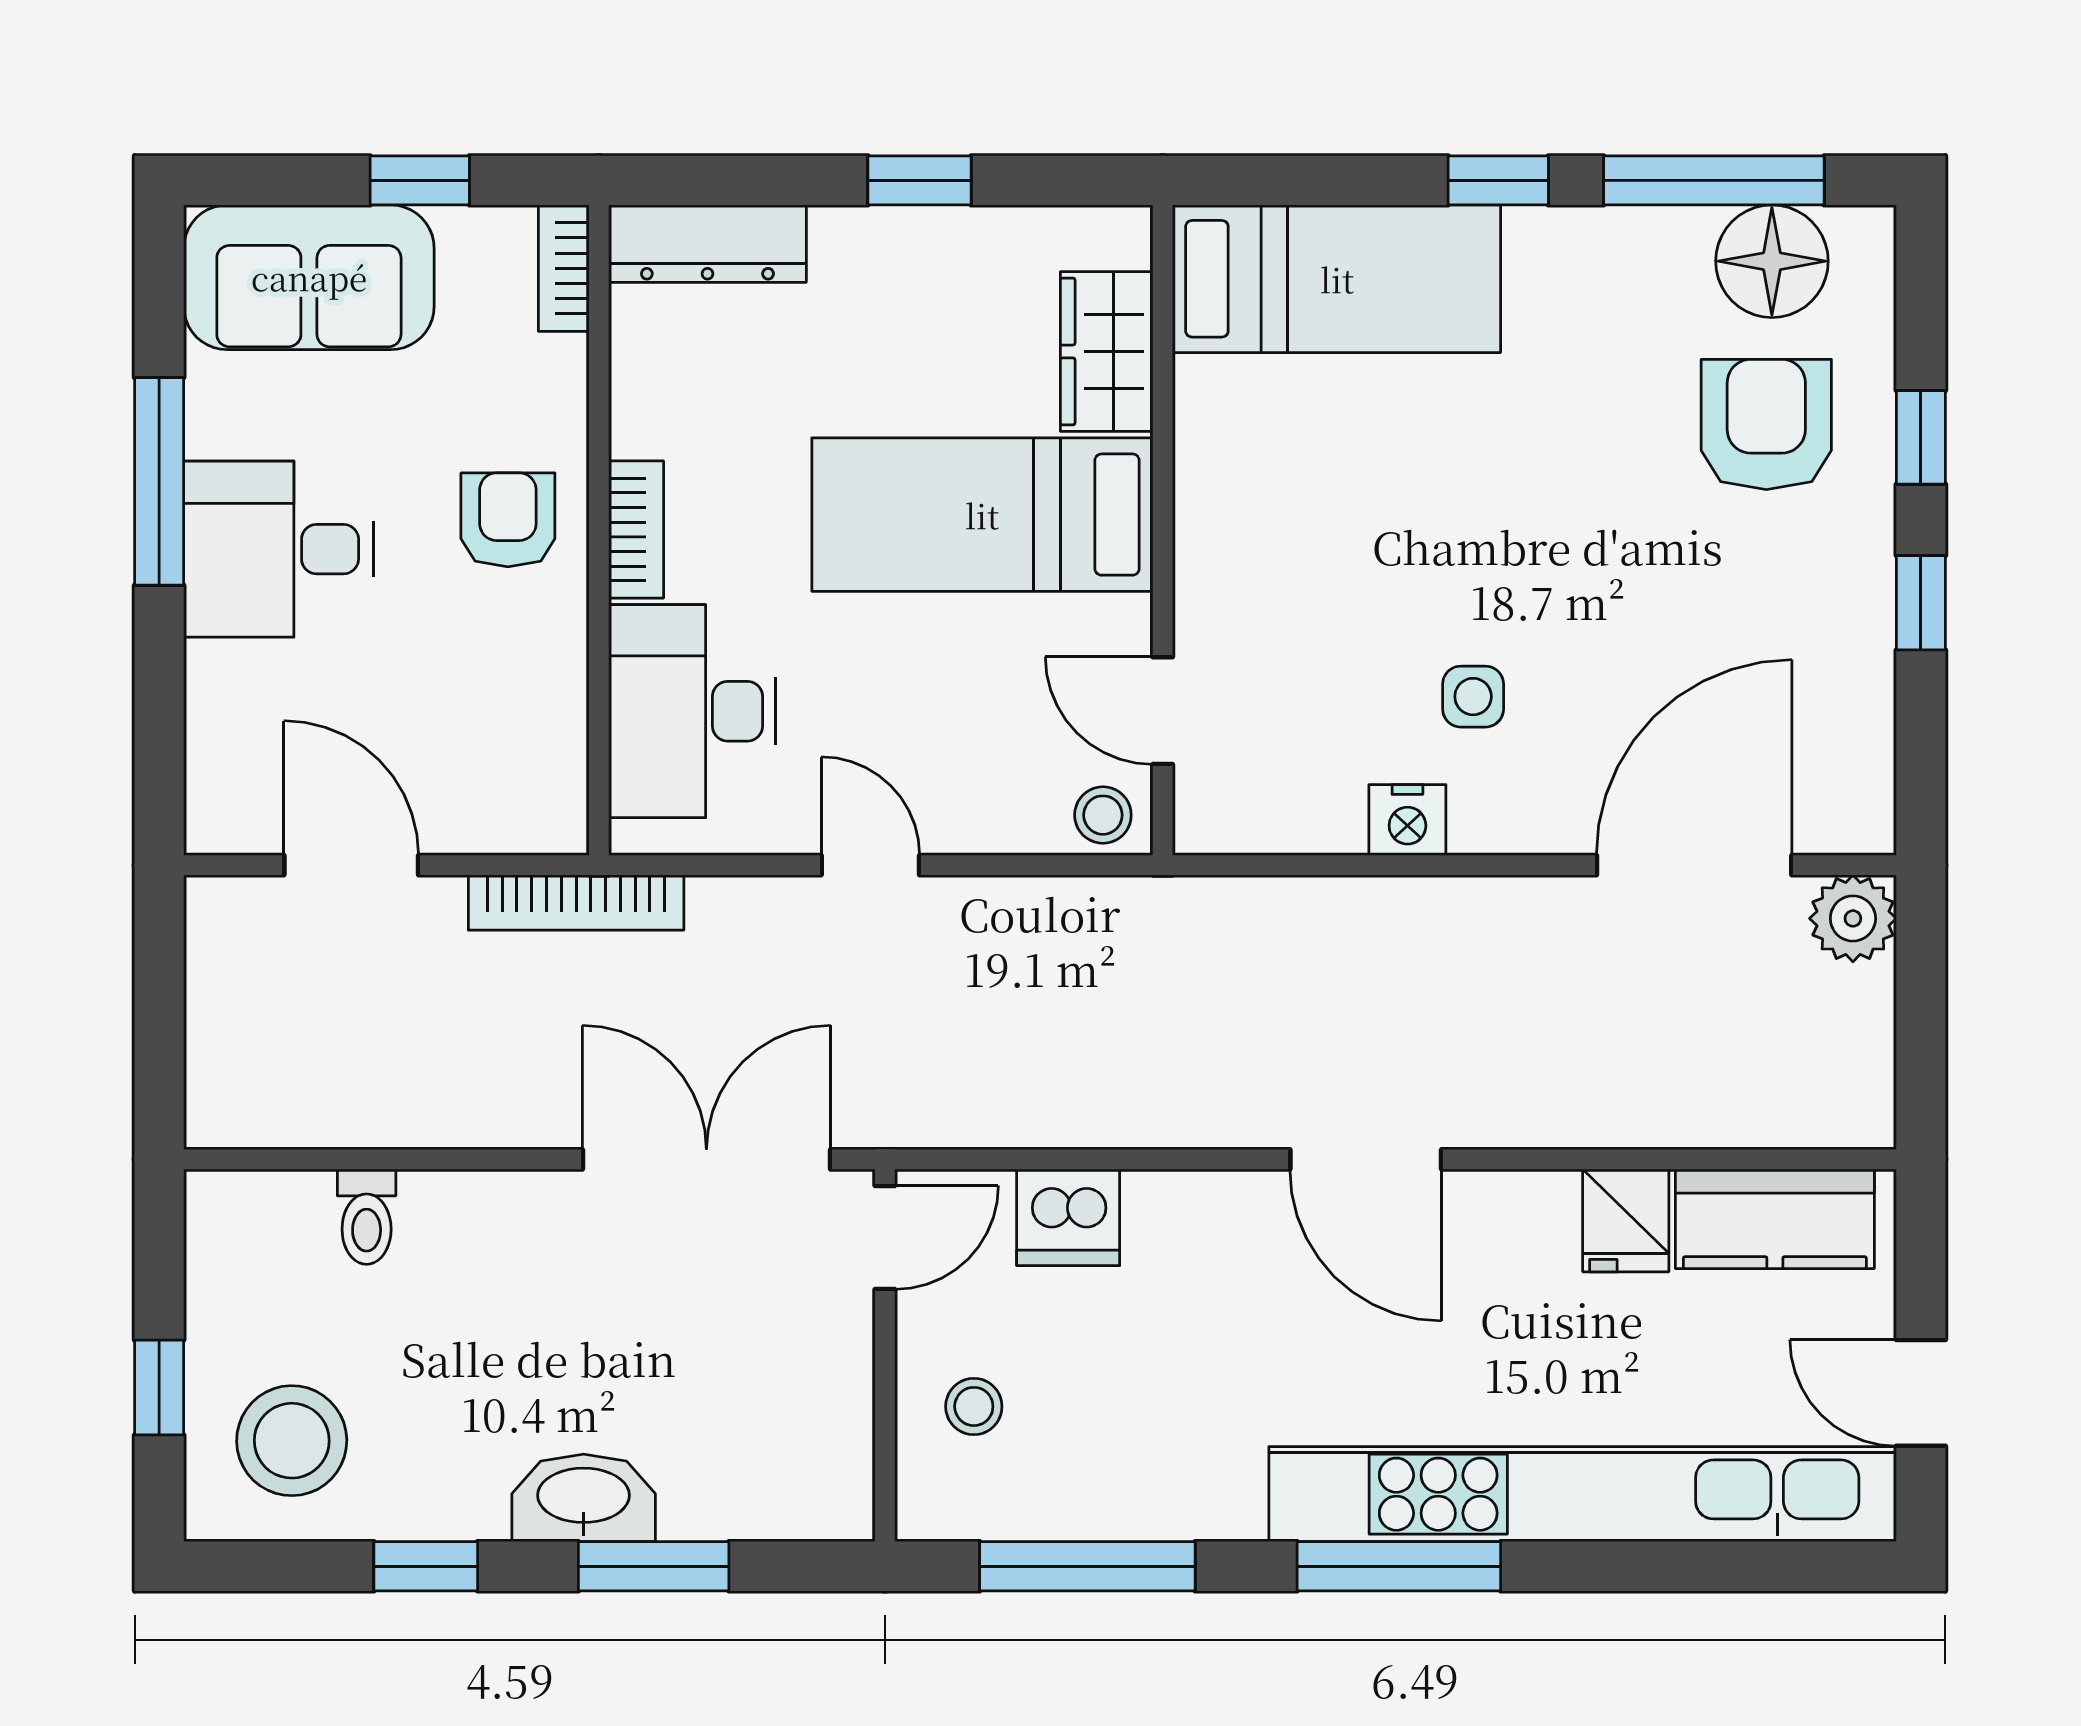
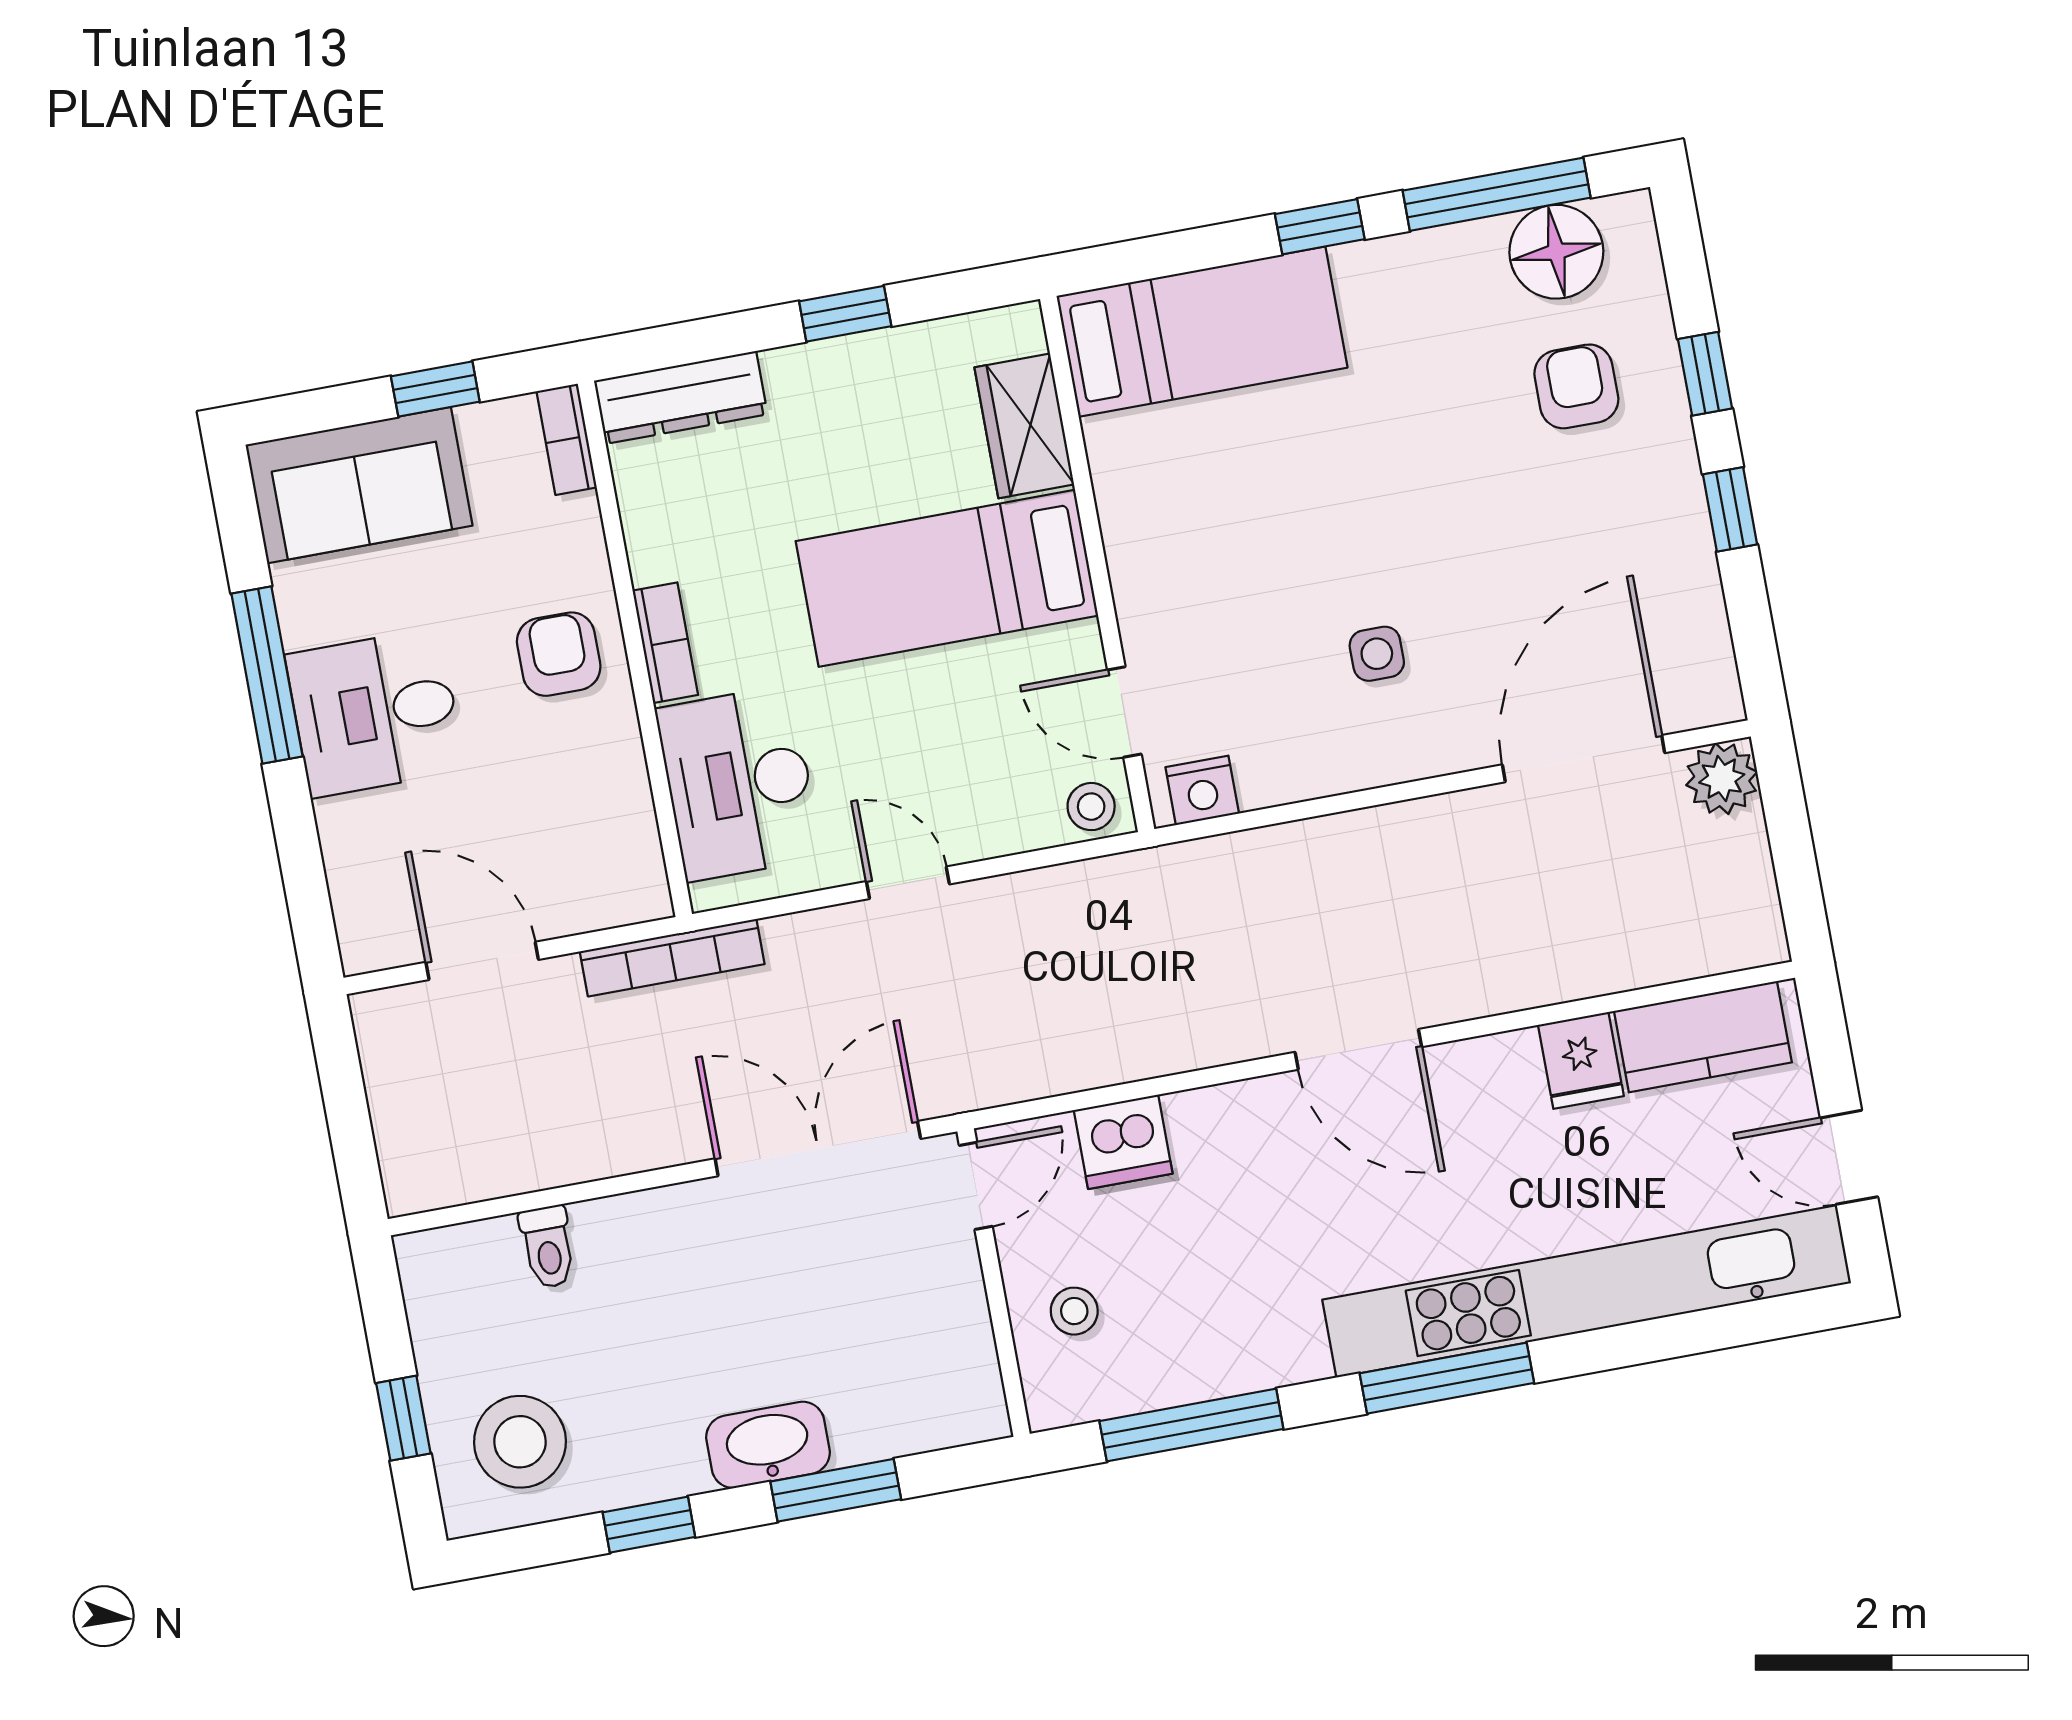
armchair: (1766, 424) -> (1576, 386), width x0.72, depth x0.72
nightstand: (1407, 820) -> (1202, 790), moved

